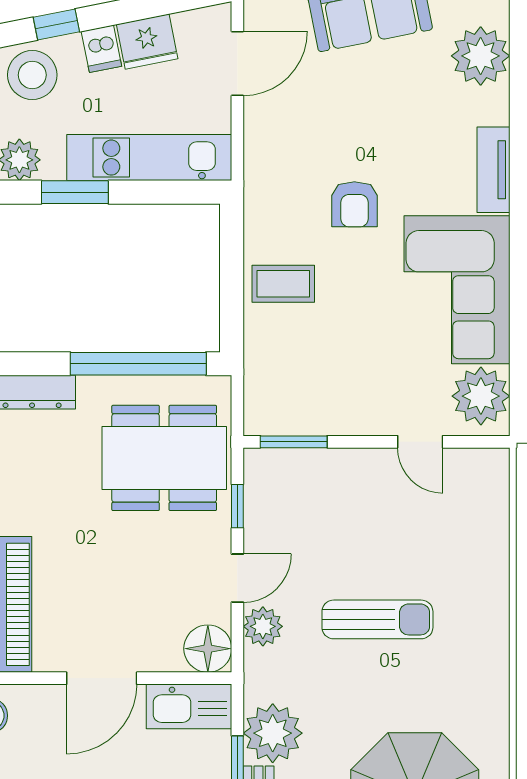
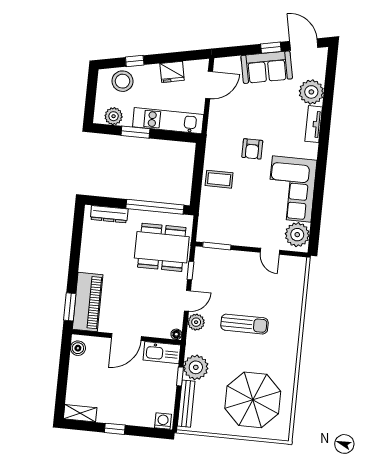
dishwasher: (101, 49) -> (153, 73), removed
tv unit: (494, 170) -> (314, 124), moved
floor lamp: (208, 649) -> (176, 334), width x0.53, depth x0.53

